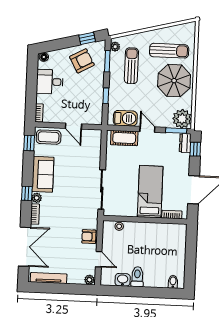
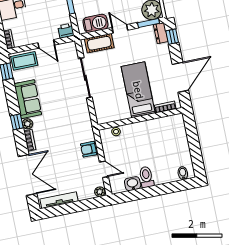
printer: (95, 118) -> (66, 31), added
sliding door: (102, 190) -> (85, 78), moved

